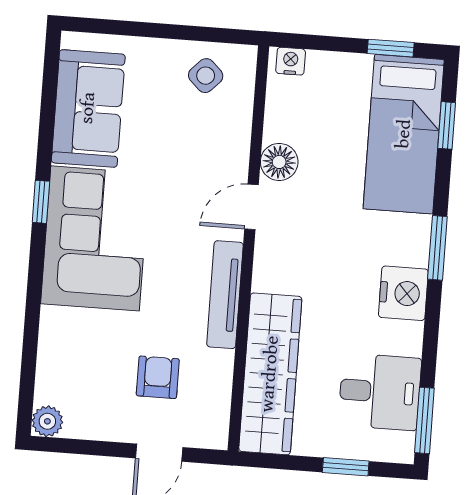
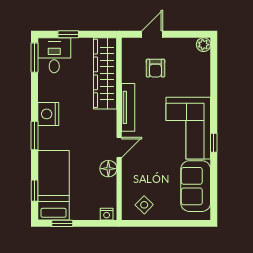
desk: (380, 392) -> (54, 55), moved, turned 90

